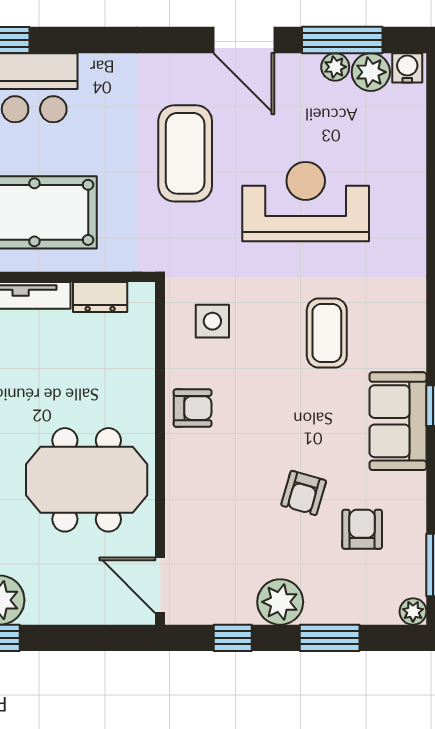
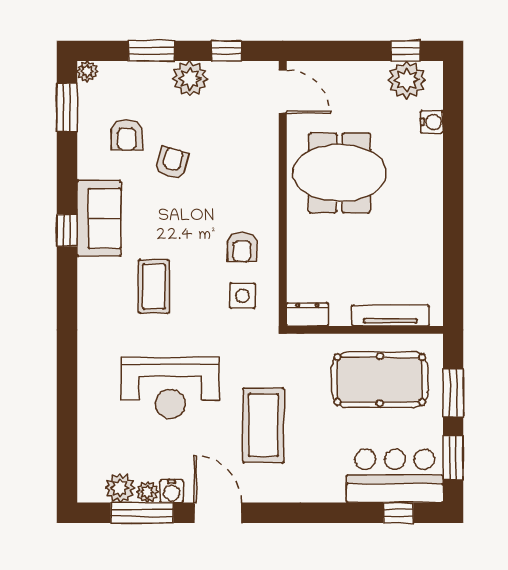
water cooler: (407, 68) -> (172, 491), moved
dresser: (100, 297) -> (307, 314), moved
armchair: (193, 408) -> (242, 247), moved, turned -89

